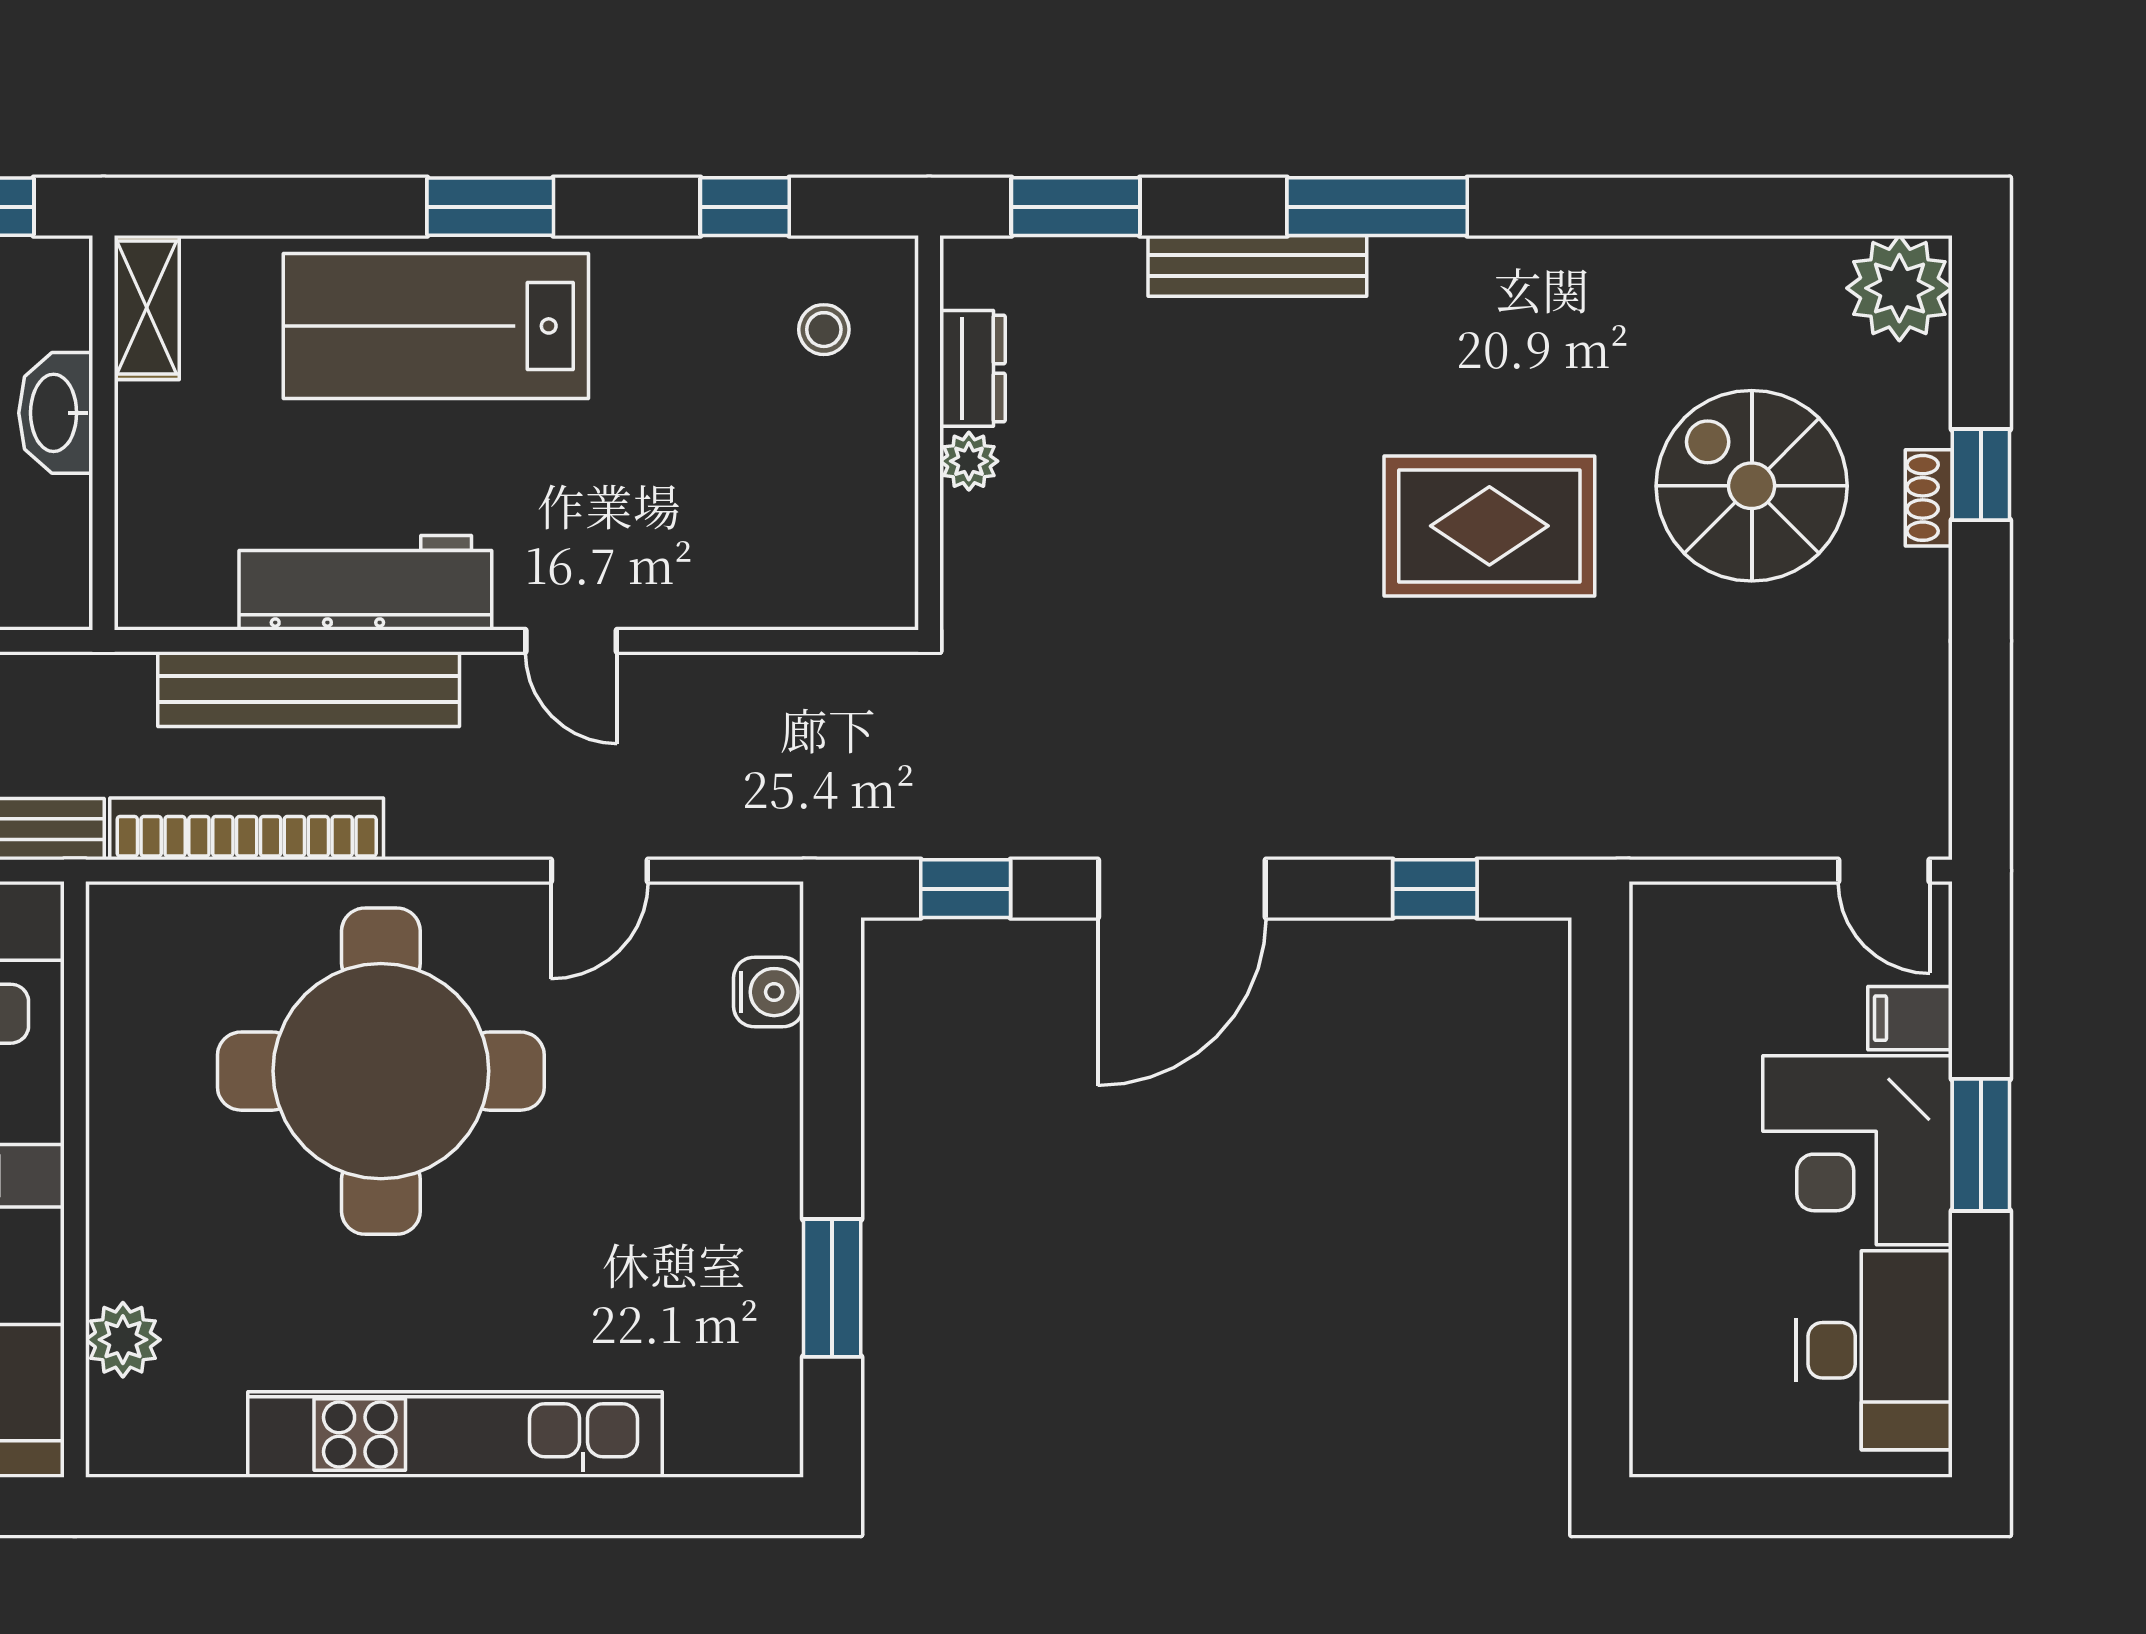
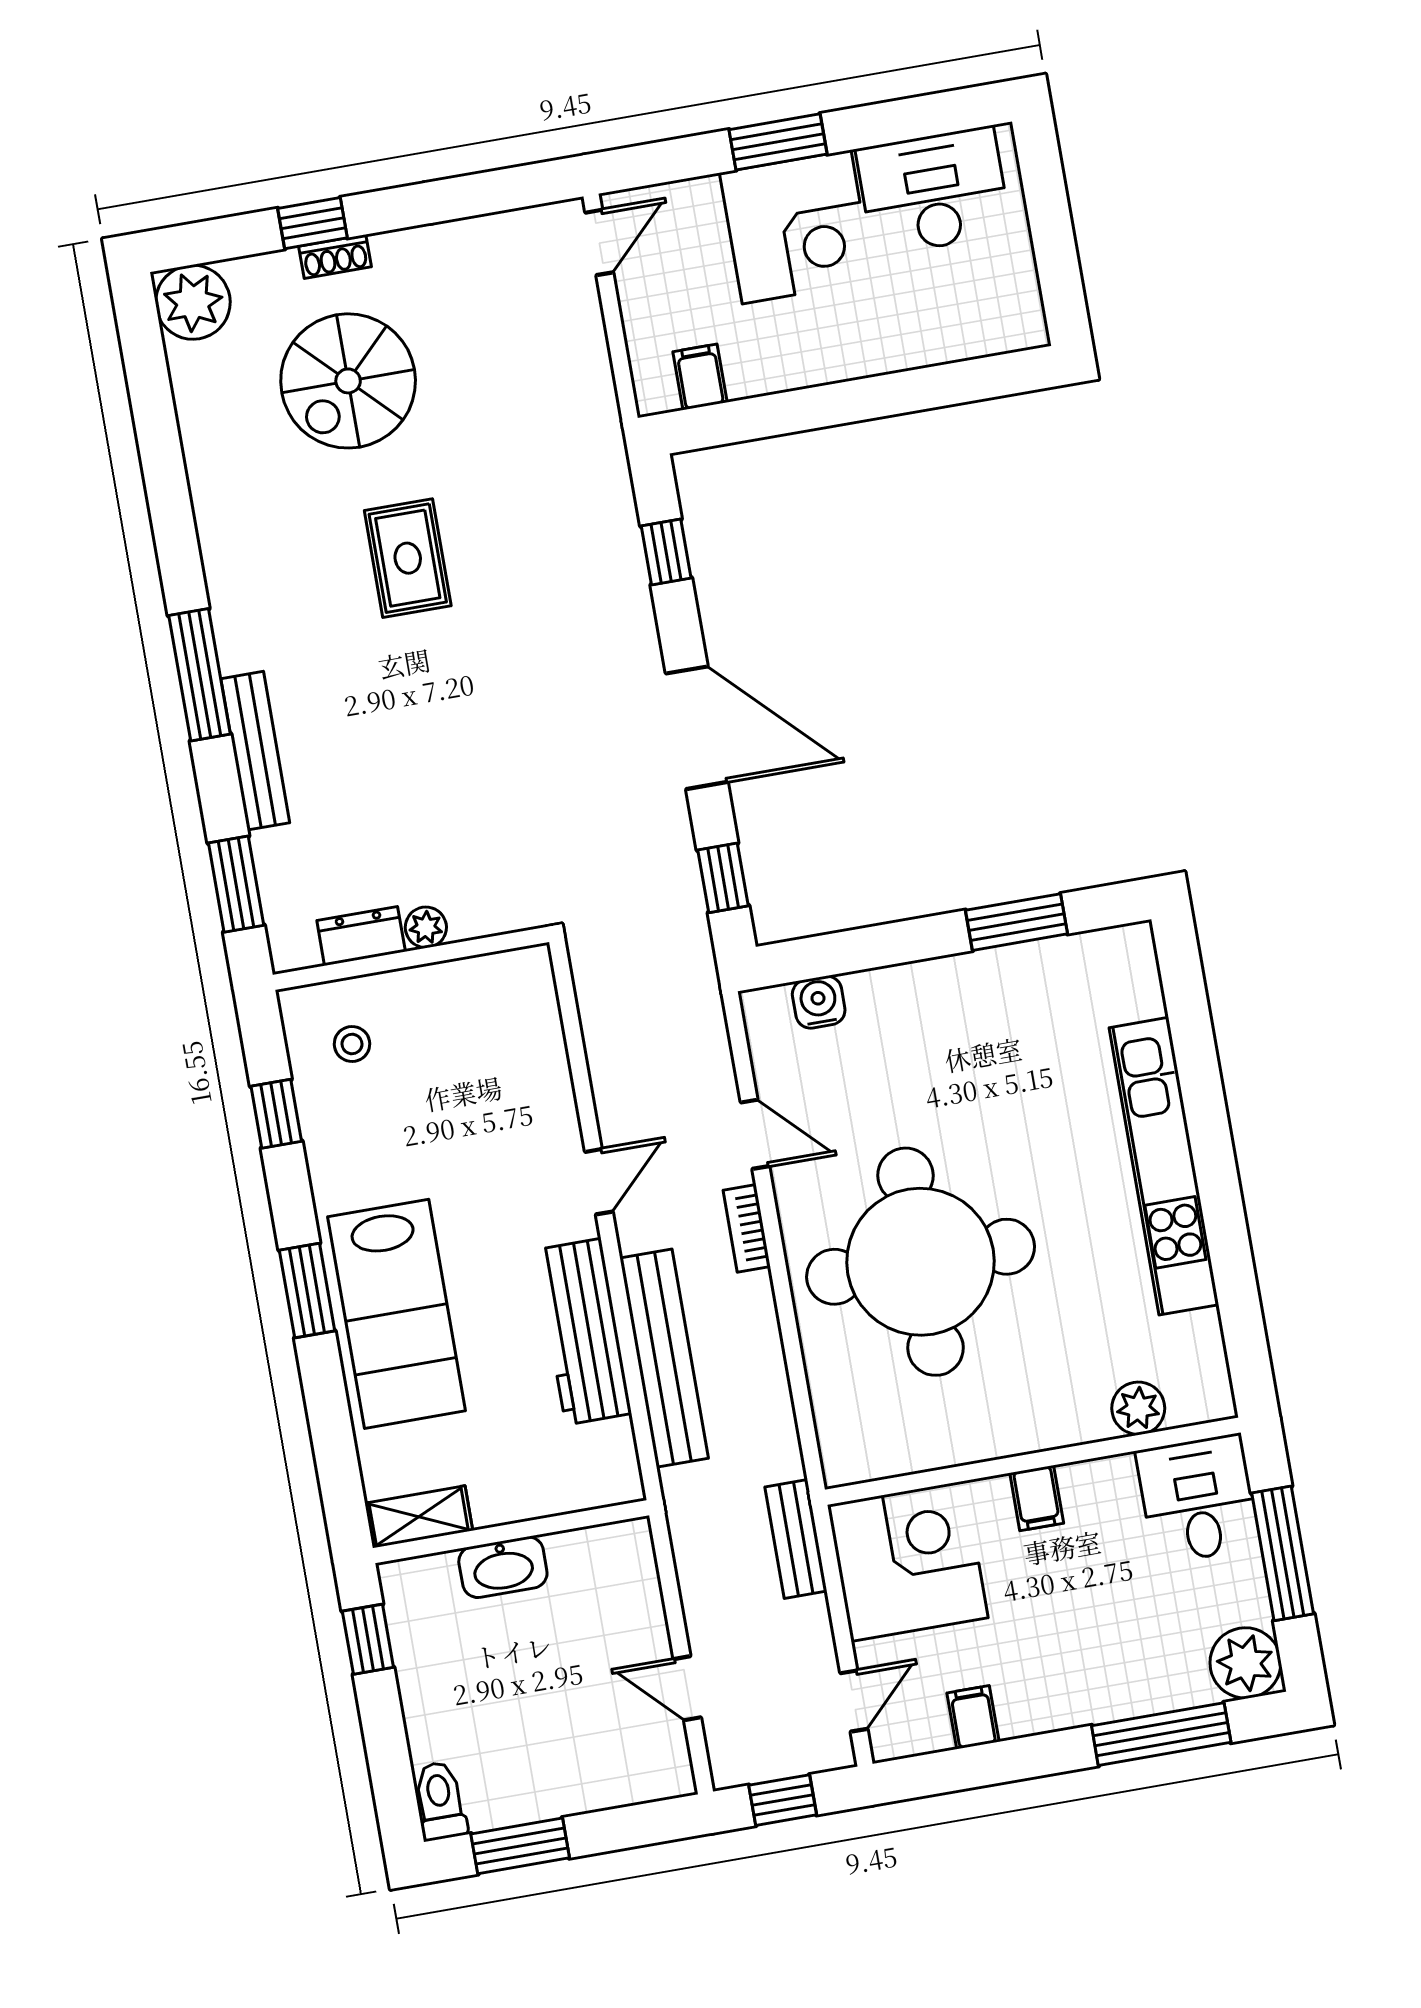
rug: (1489, 526) -> (408, 558), width x0.73, depth x0.70
bookcase: (247, 829) -> (747, 1228), moved, width x0.43, depth x0.76
filing cabinet: (1910, 1018) -> (700, 377), moved, turned 180

